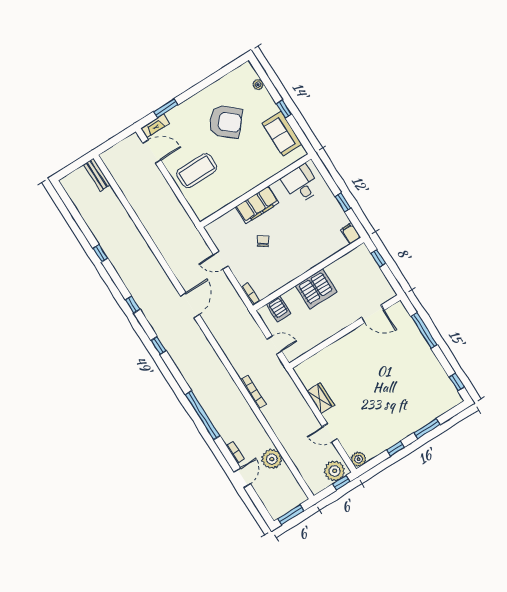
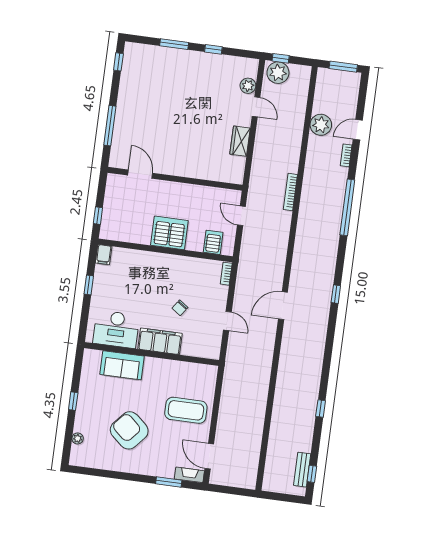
sofa: (282, 134) -> (122, 365), moved, turned 90
bench: (97, 175) -> (302, 470), moved
desk: (301, 184) -> (116, 329), width x1.37
window: (133, 305) -> (312, 474), moved
plant: (358, 459) -> (248, 86), moved

